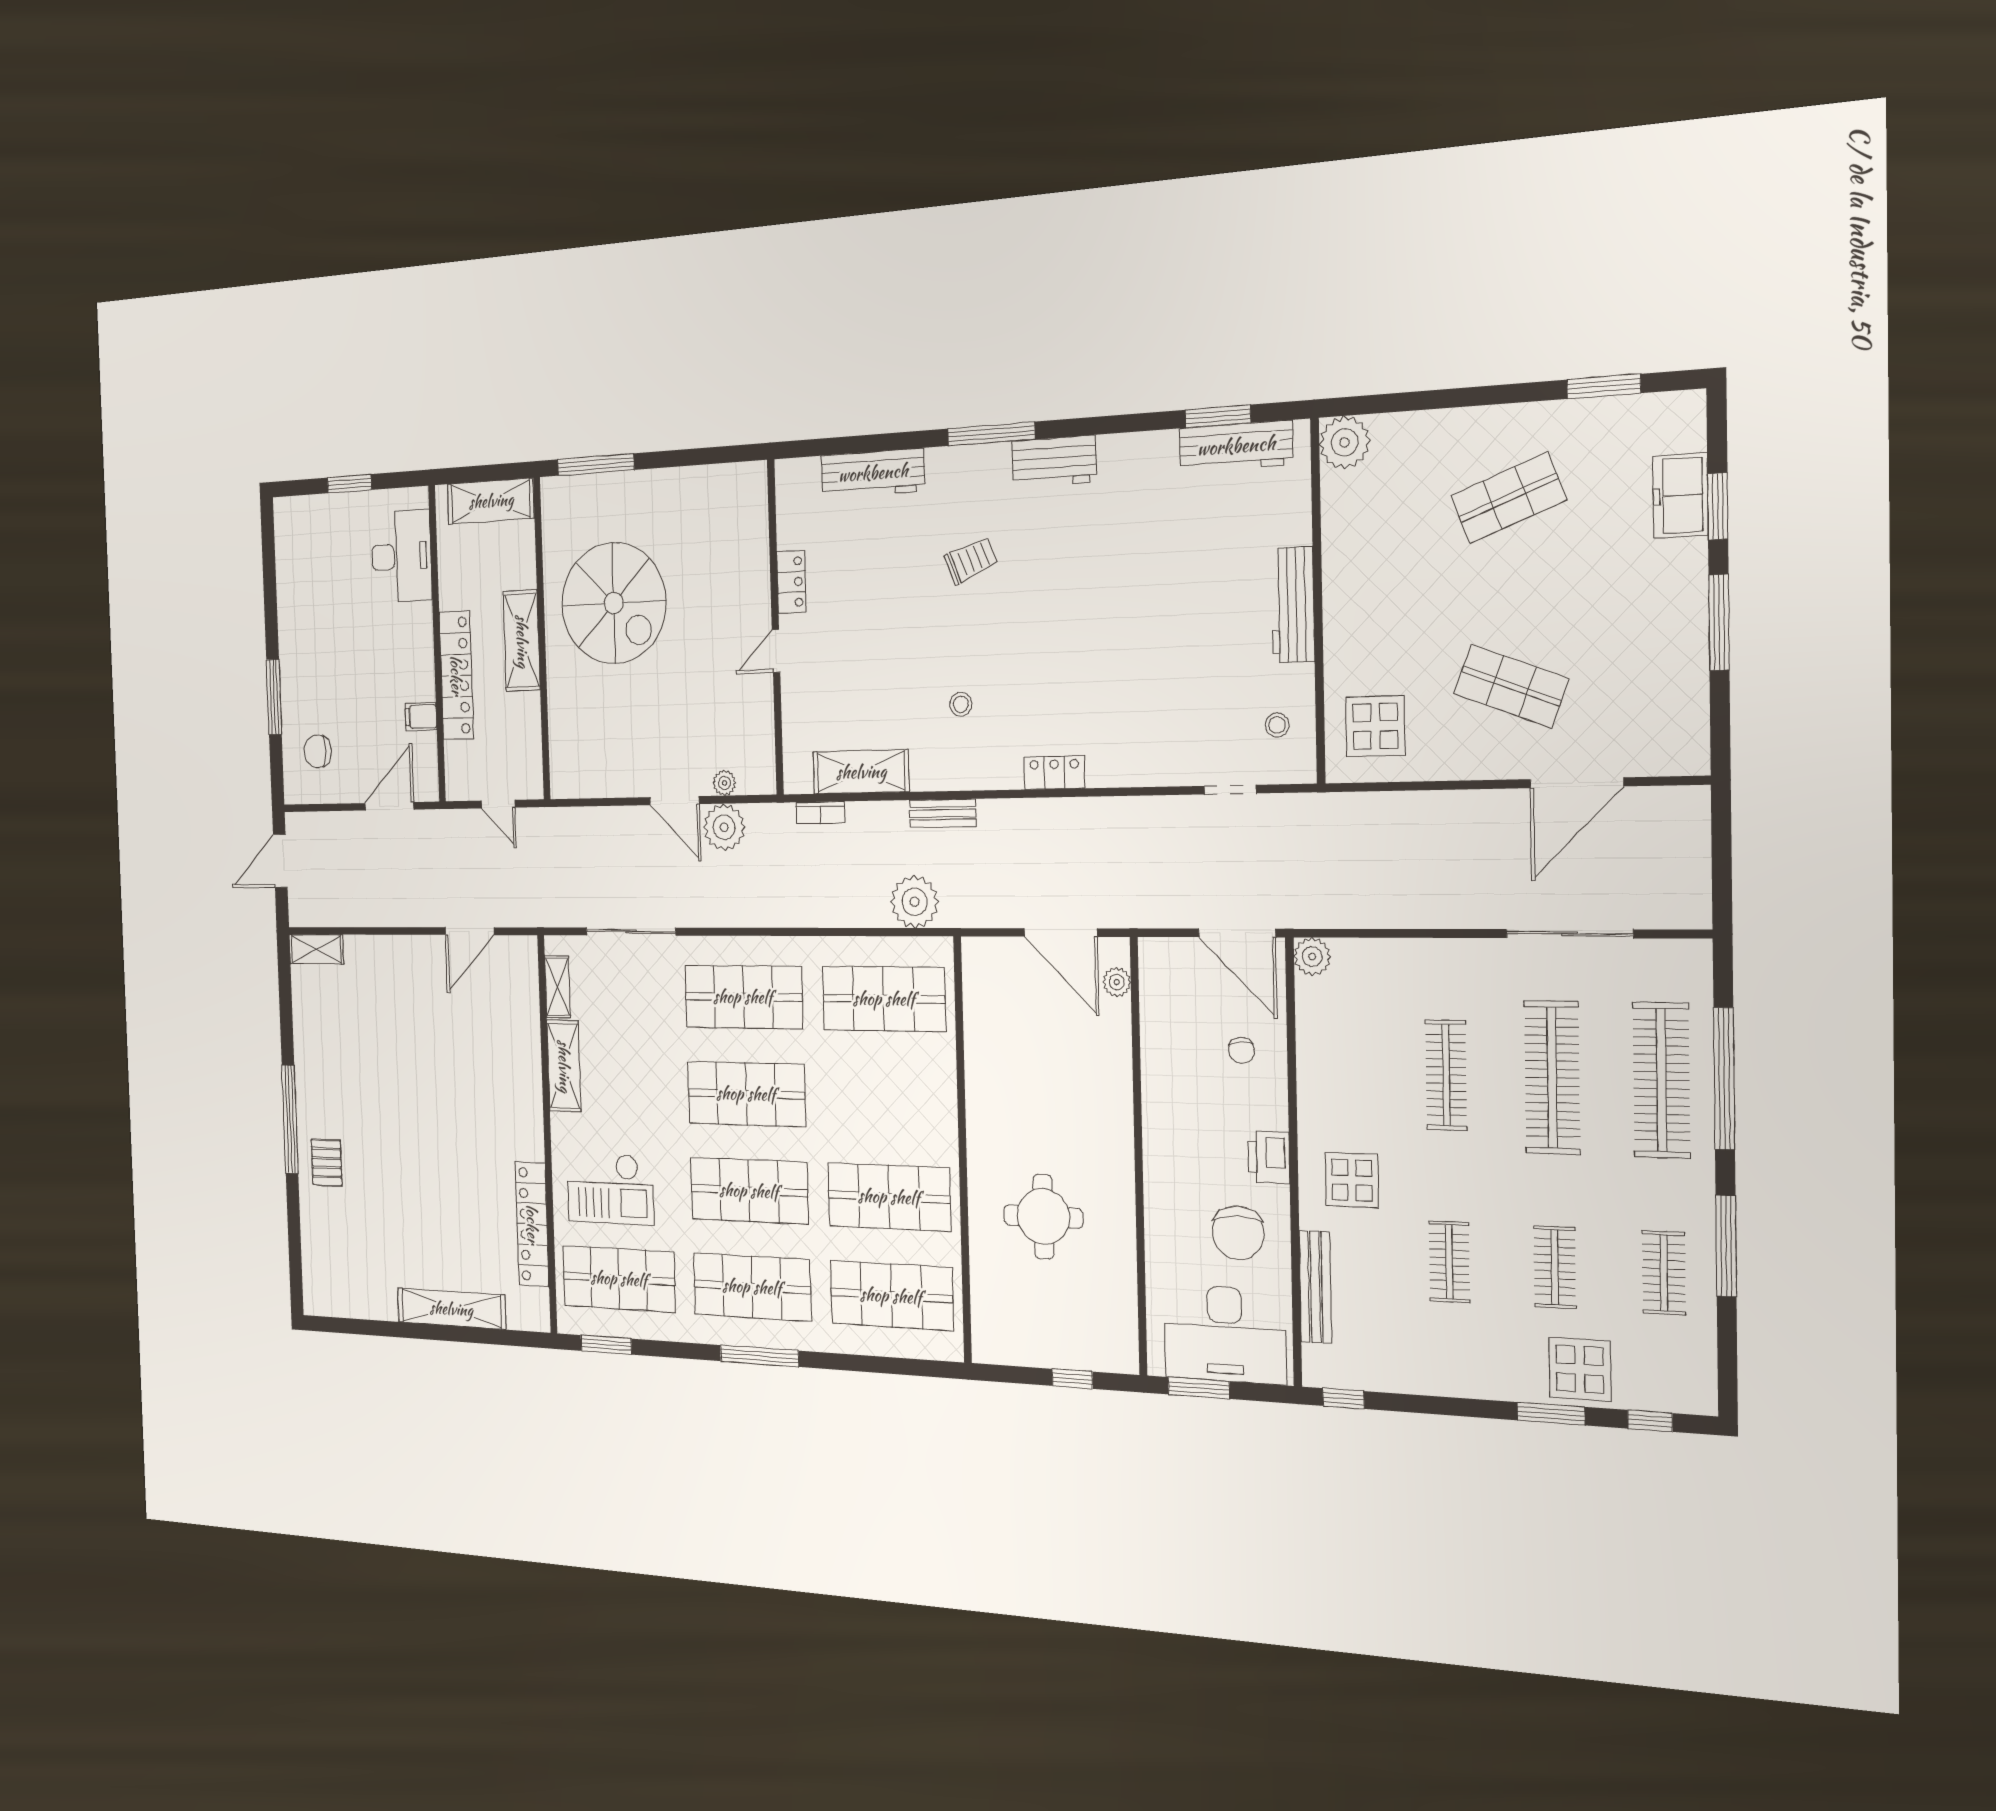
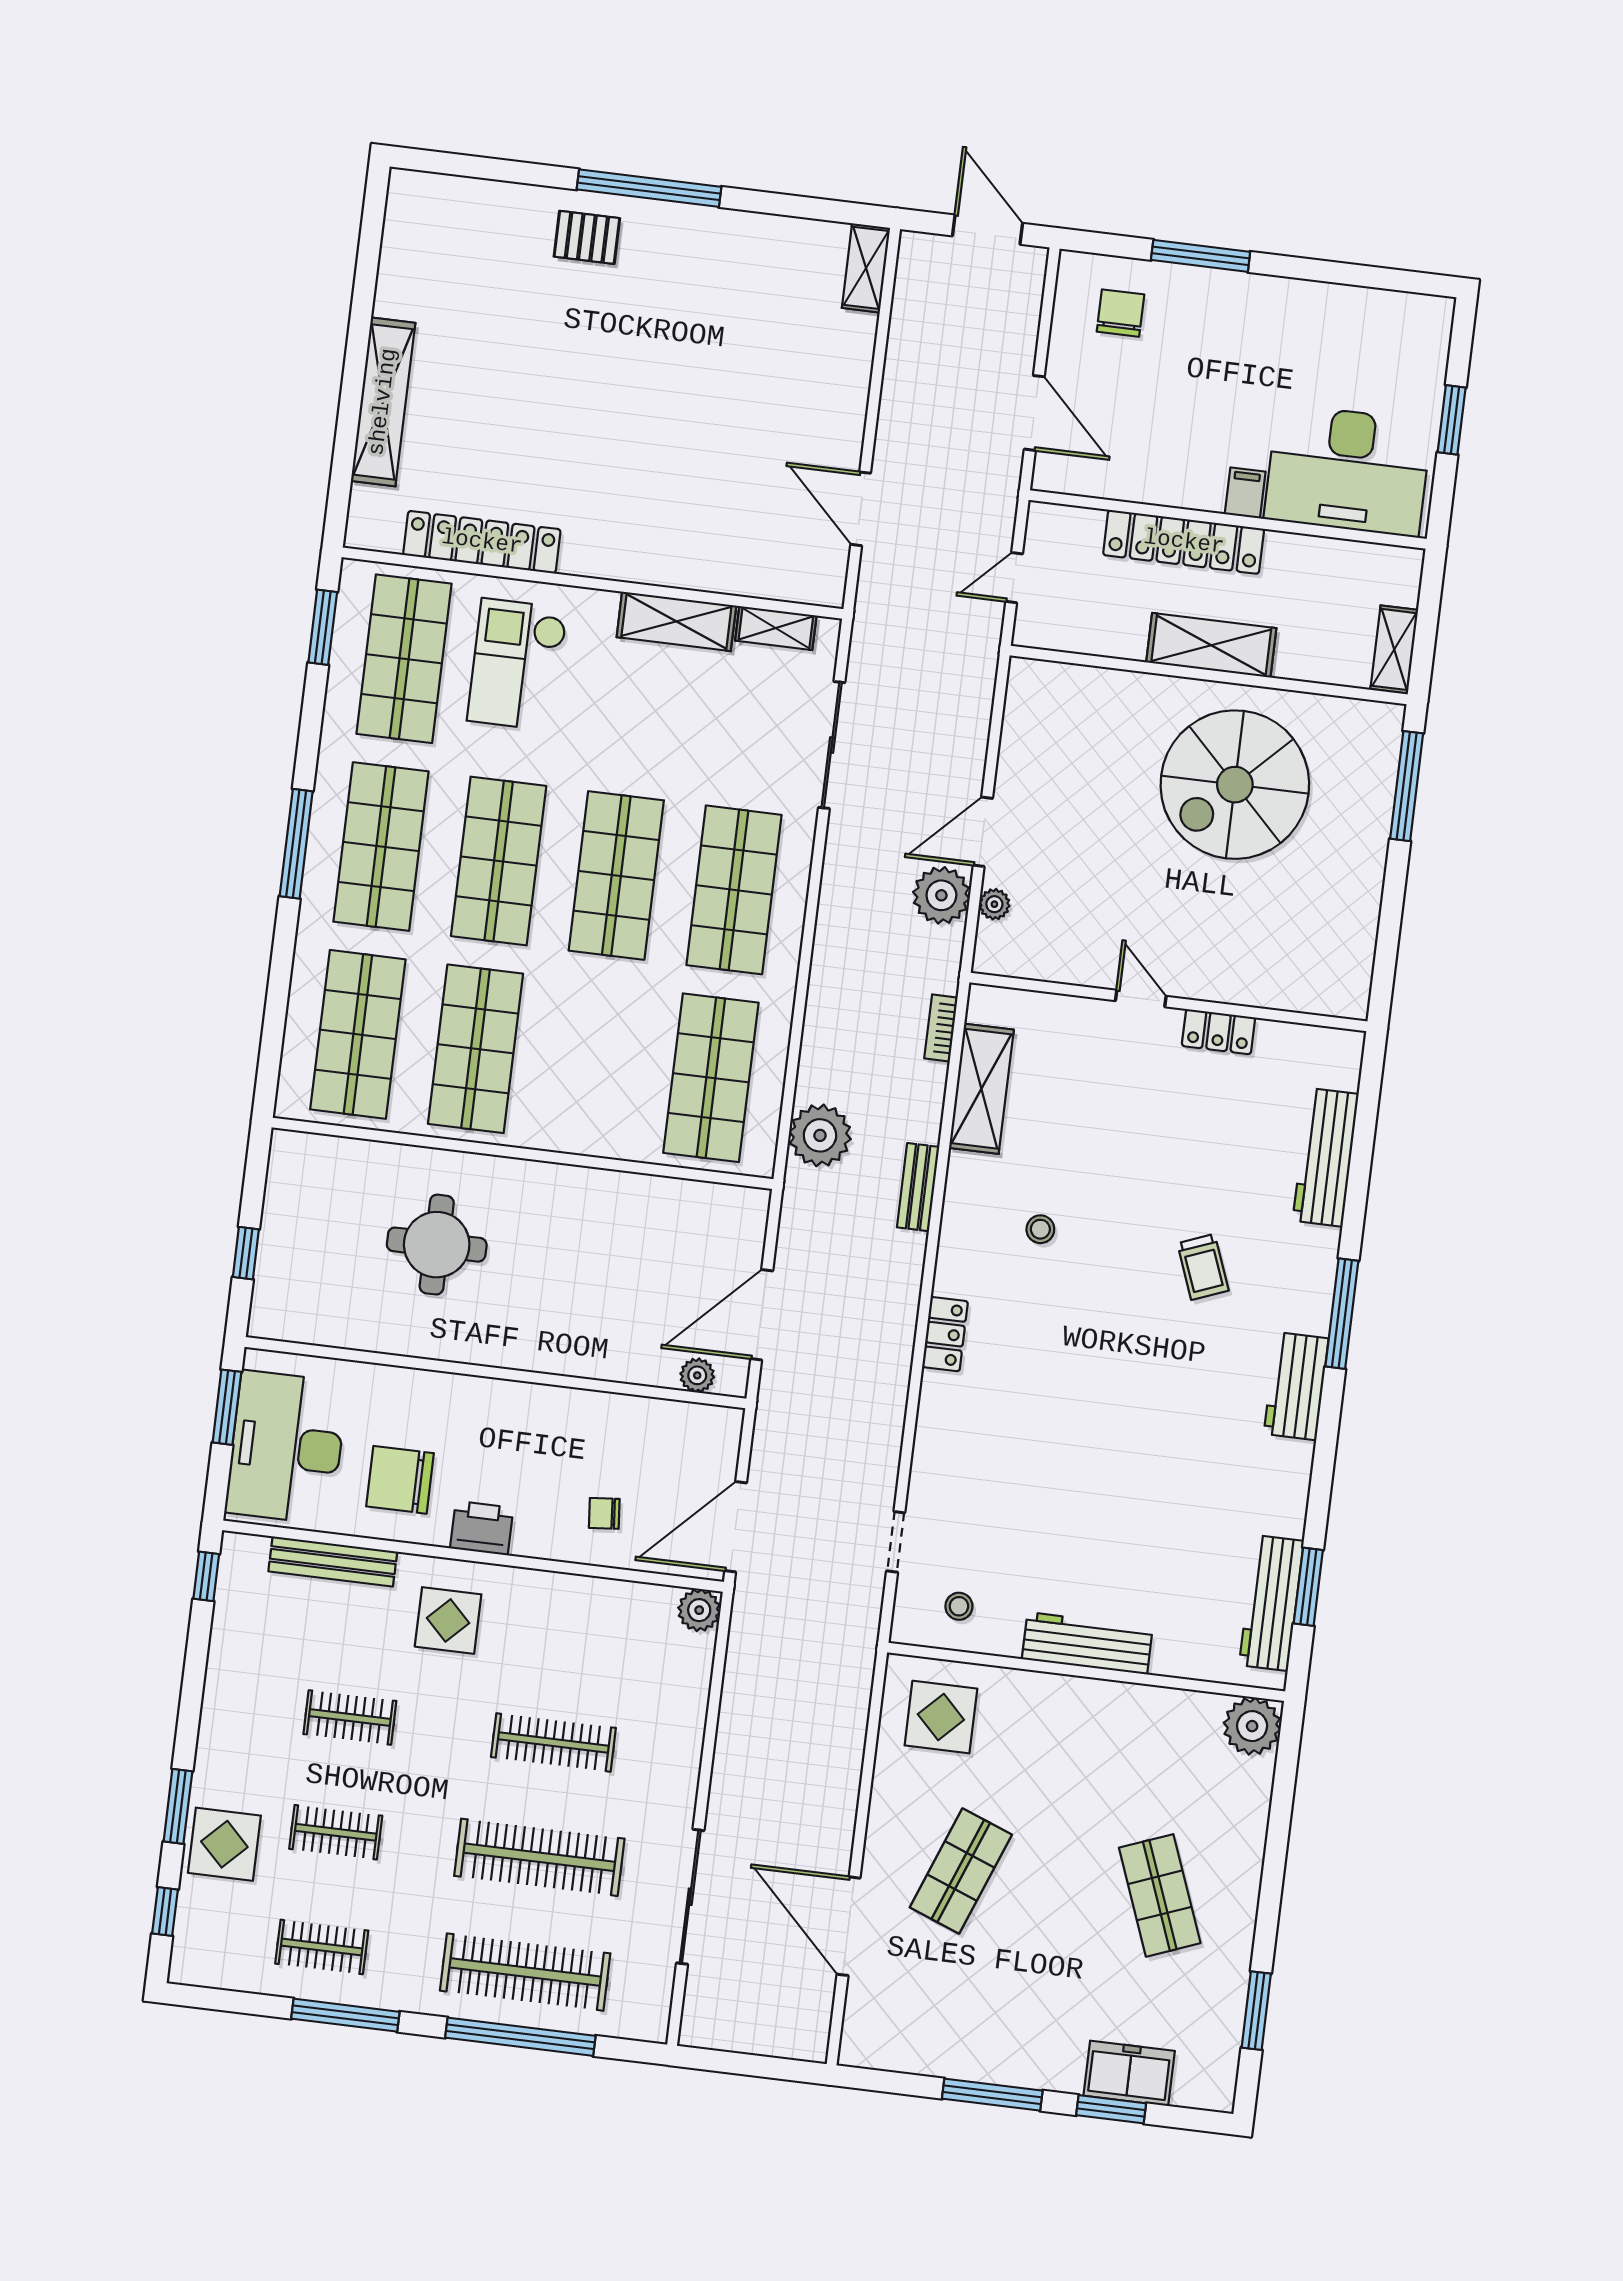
shelving: (491, 501) -> (1394, 649), width x0.67, depth x0.75
desk: (401, 556) -> (1348, 470), width x1.36, depth x1.30
filing cabinet: (421, 717) -> (1245, 493), moved

